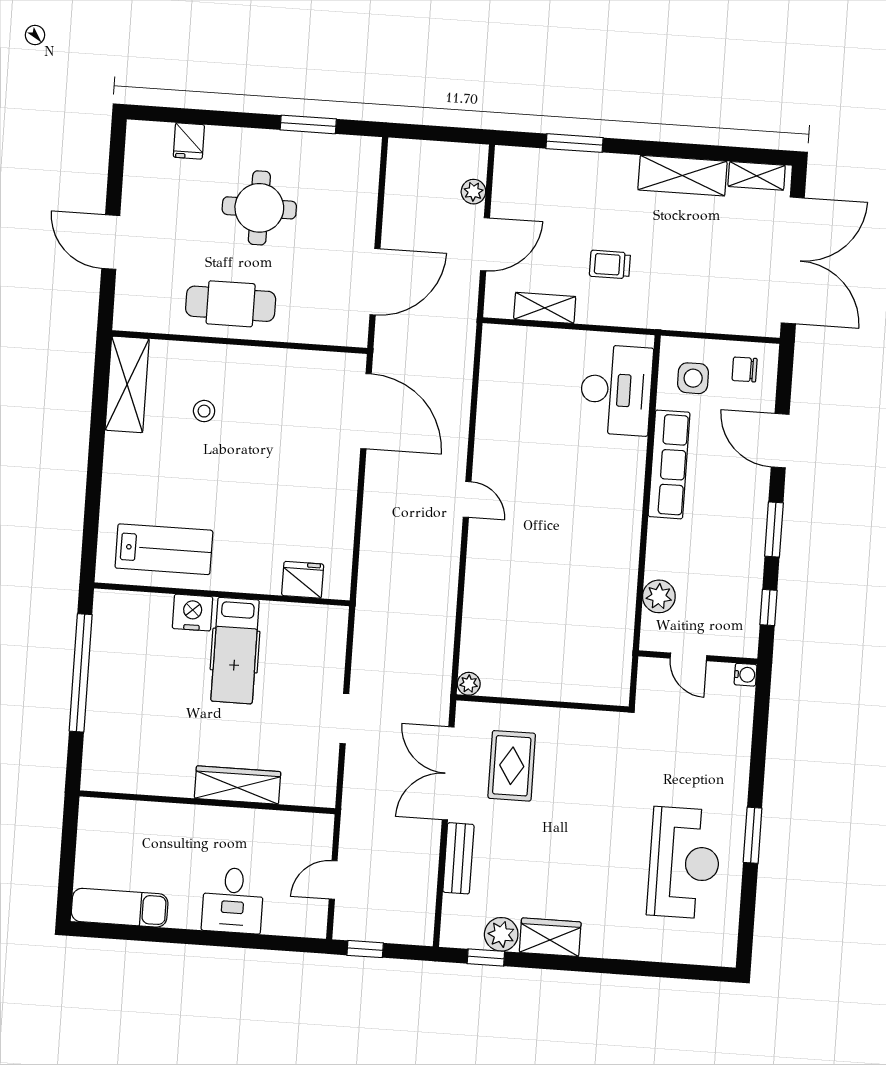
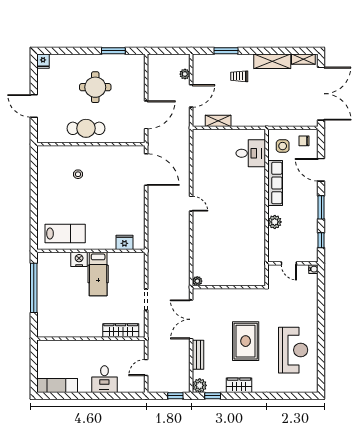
fridge: (189, 141) -> (43, 61), moved
trolley: (610, 264) -> (239, 76), moved
shelving: (127, 384) -> (45, 165), removed
desk: (616, 390) -> (251, 153), width x0.73
plant: (659, 596) -> (275, 222), moved
rug: (512, 766) -> (246, 341), moved, width x1.36, depth x1.43
wardrobe: (237, 785) -> (121, 330), moved
window: (753, 835) -> (321, 336), removed
plant: (501, 934) -> (200, 385), moved
window: (365, 949) -> (175, 396), moved

